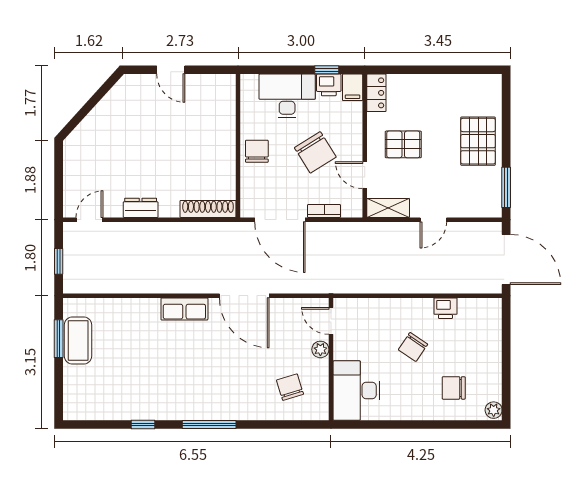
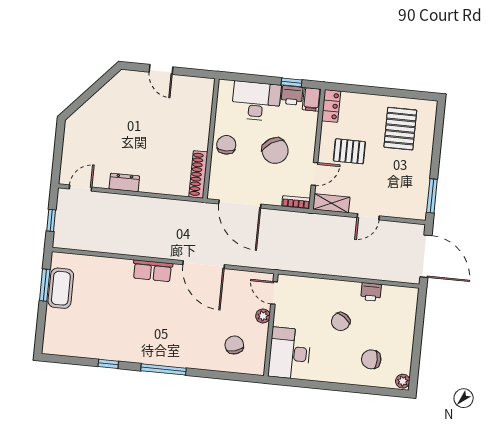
pallet: (478, 141) -> (400, 129), moved
door: (365, 175) -> (315, 174), swing flipped
shoe rack: (208, 209) -> (198, 174), moved, turned -90
bookcase: (324, 211) -> (296, 202), moved

